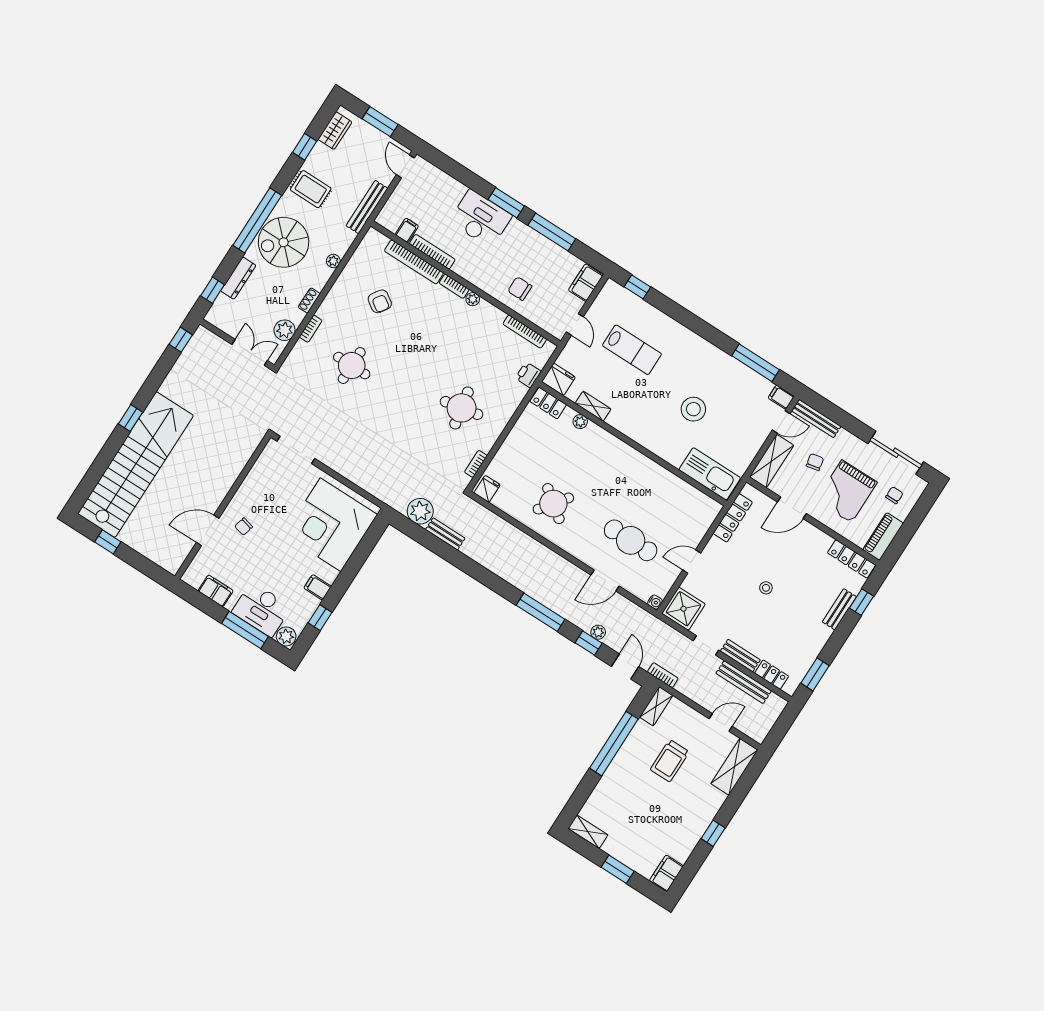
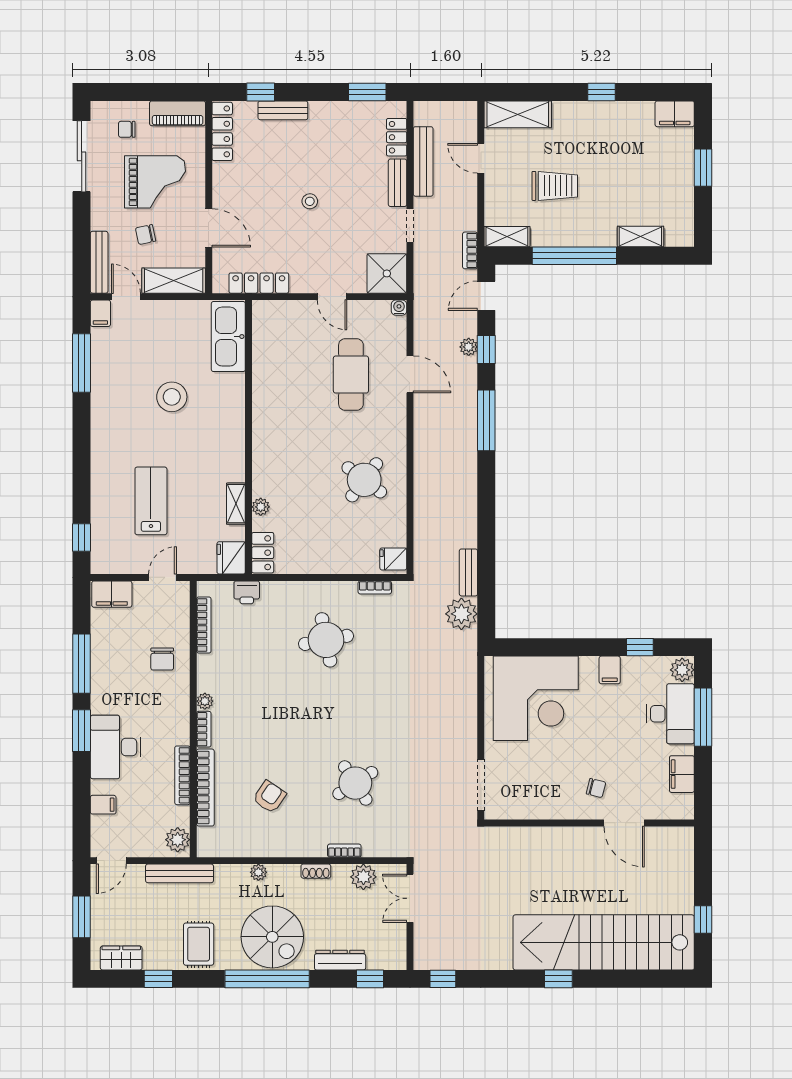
plant: (391, 220) -> (178, 840), added
filing cabinet: (407, 230) -> (103, 805), moved, turned 180
round table: (352, 366) -> (355, 783), turned -33
shelving: (588, 832) -> (640, 236), moved, turned 90

